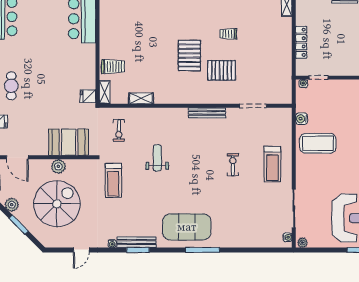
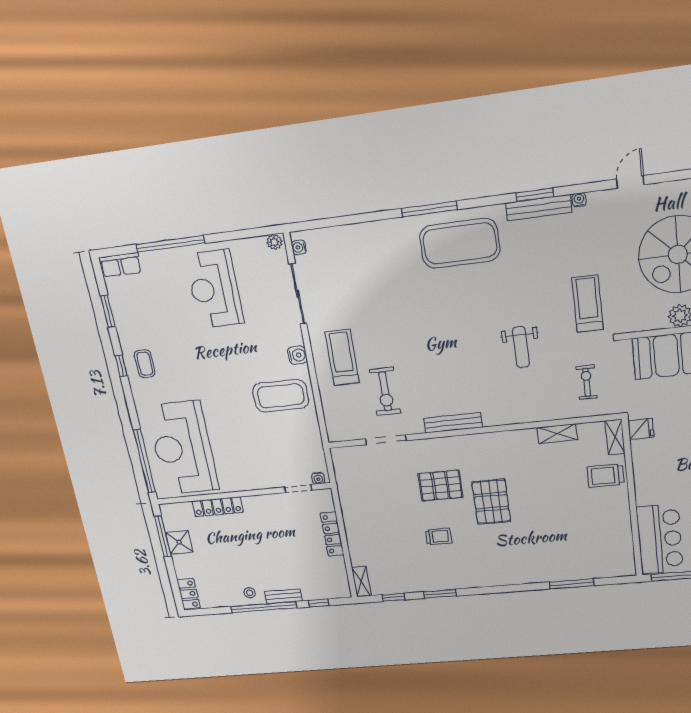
water cooler: (302, 119) -> (297, 355), moved
exercise bike: (233, 165) -> (385, 391), moved, width x1.38, depth x1.39

